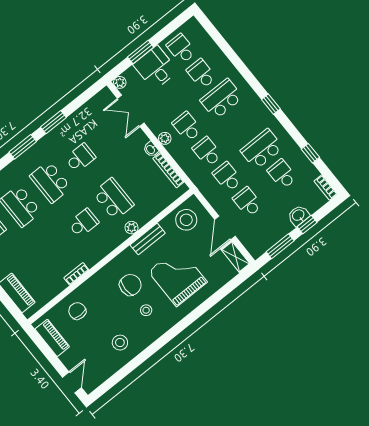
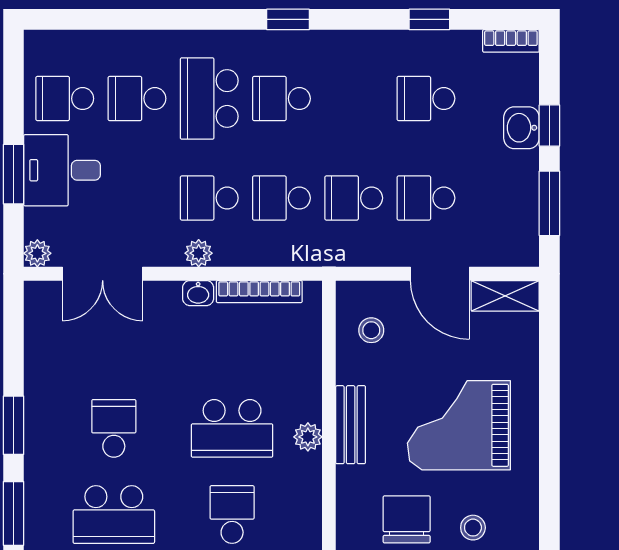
school desk: (262, 149) -> (281, 99), moved, width x0.54
school desk: (113, 199) -> (232, 428), turned 180
stool: (186, 220) -> (371, 330), width x0.53, depth x0.53

